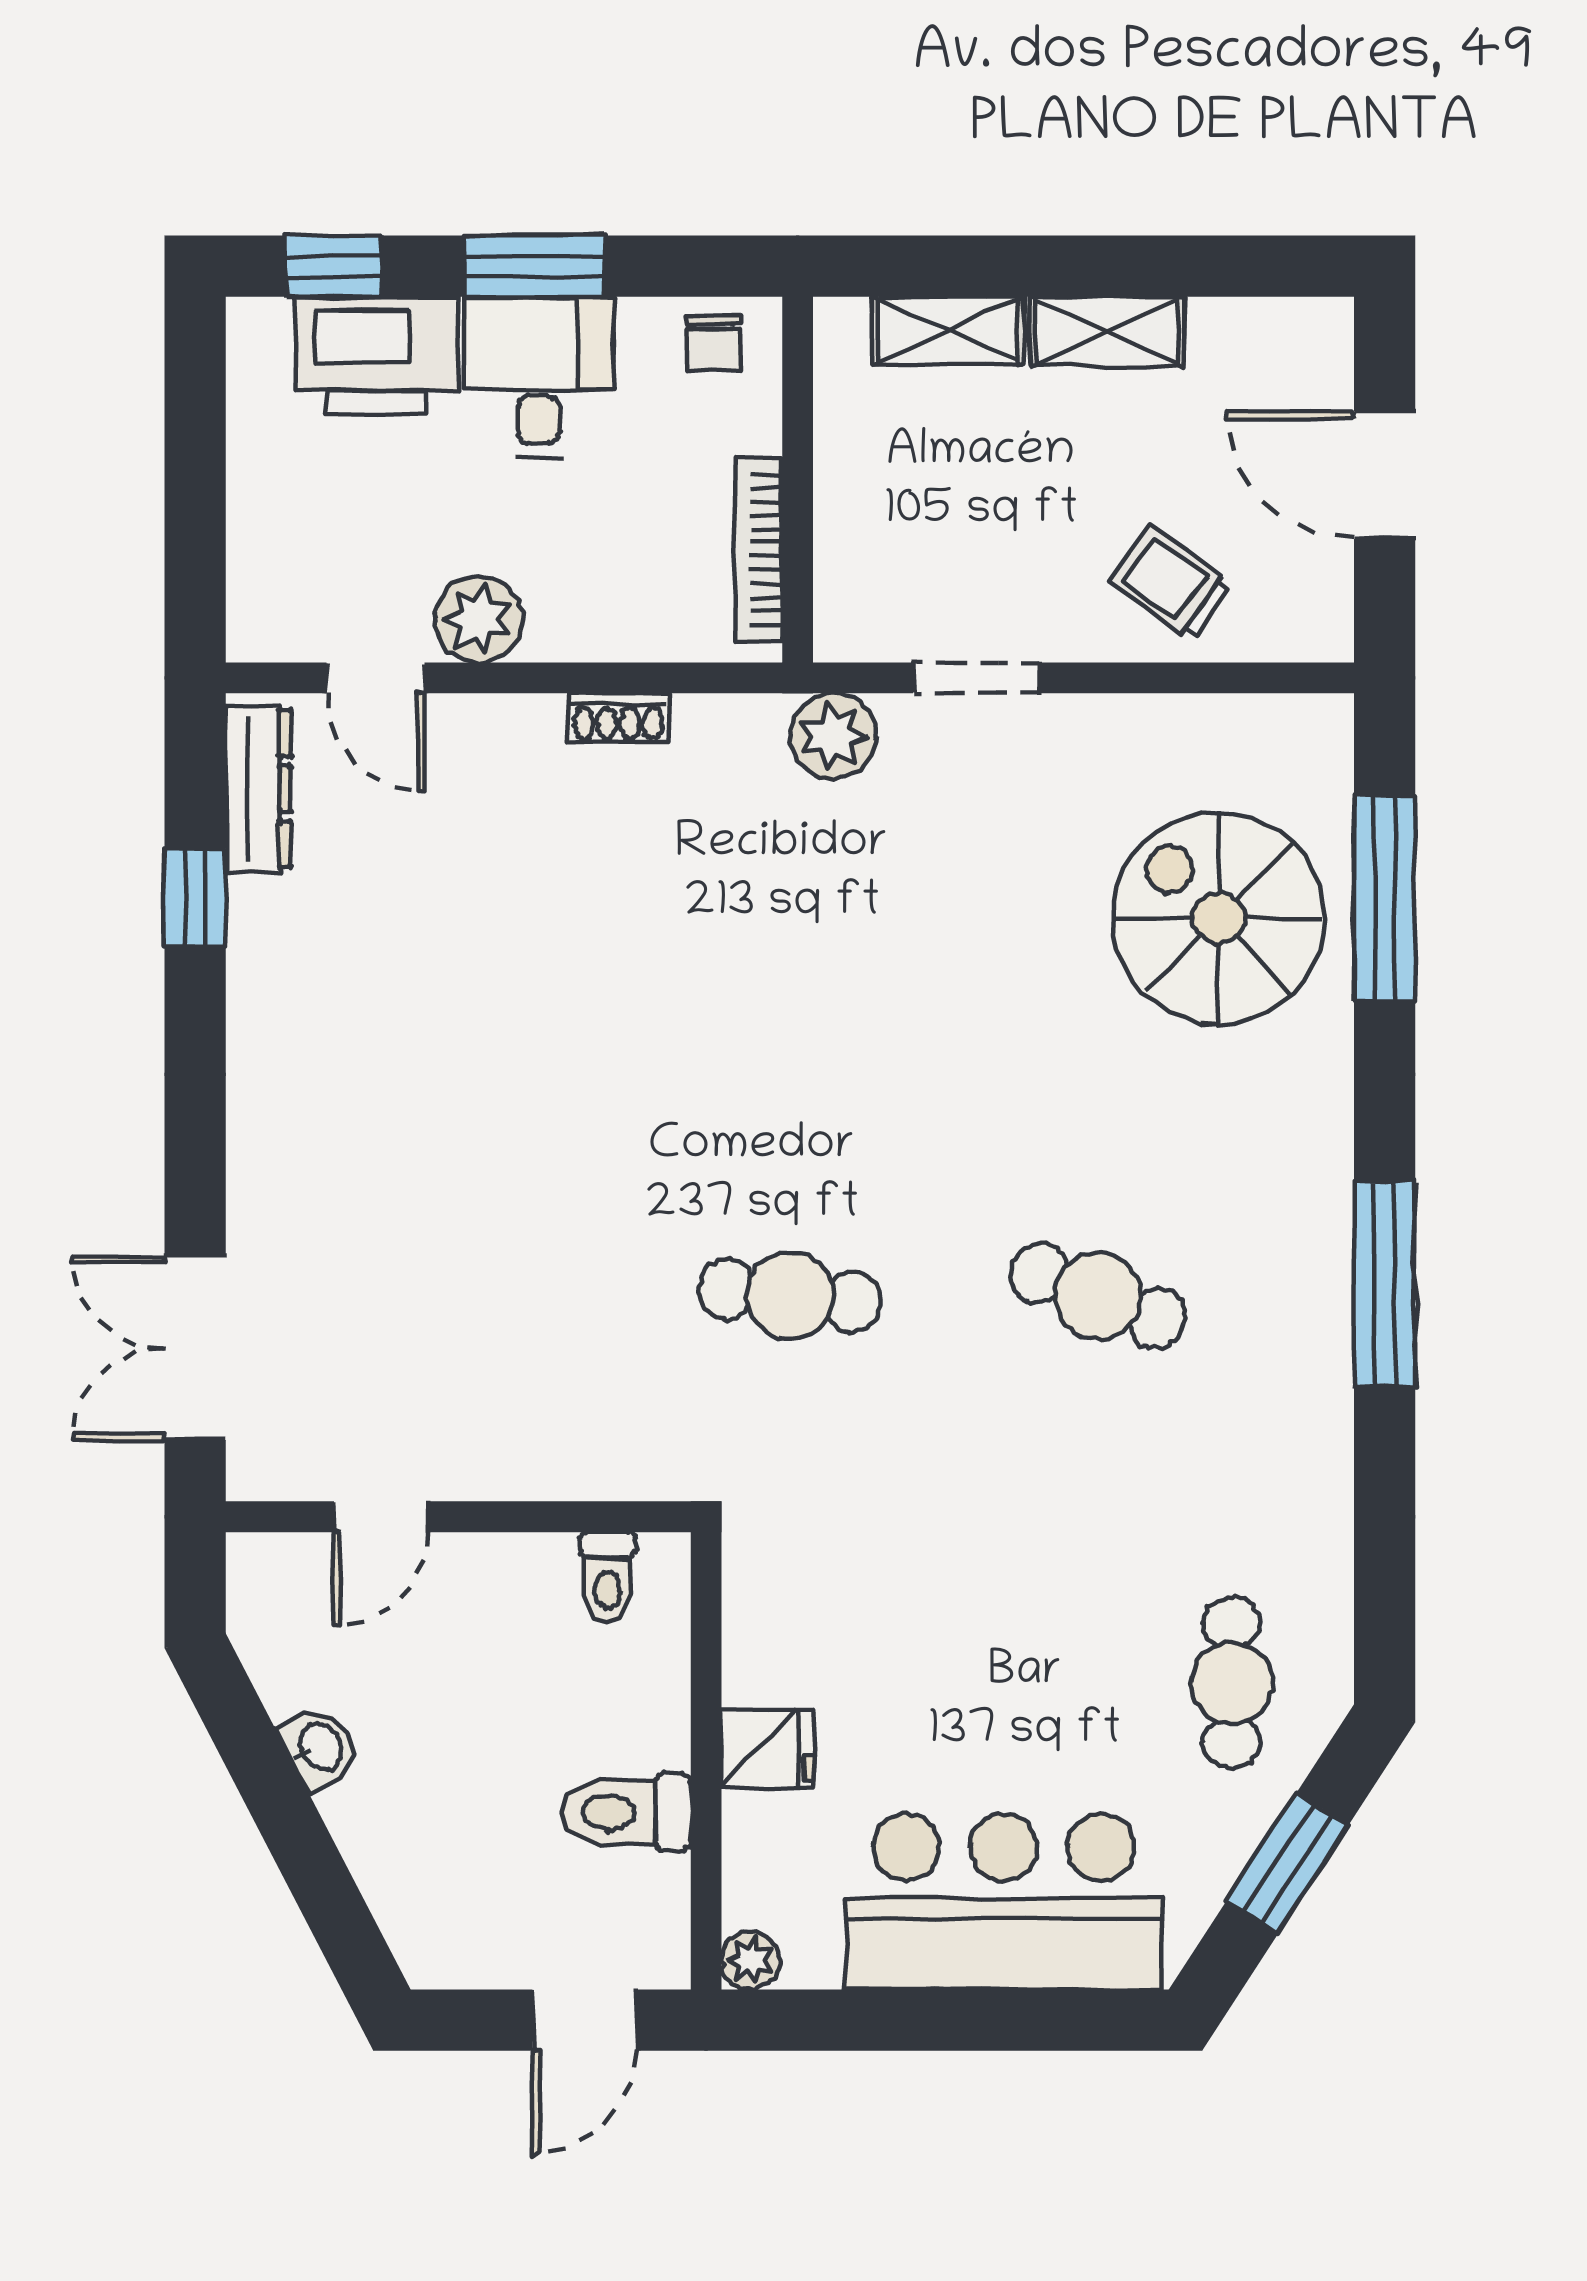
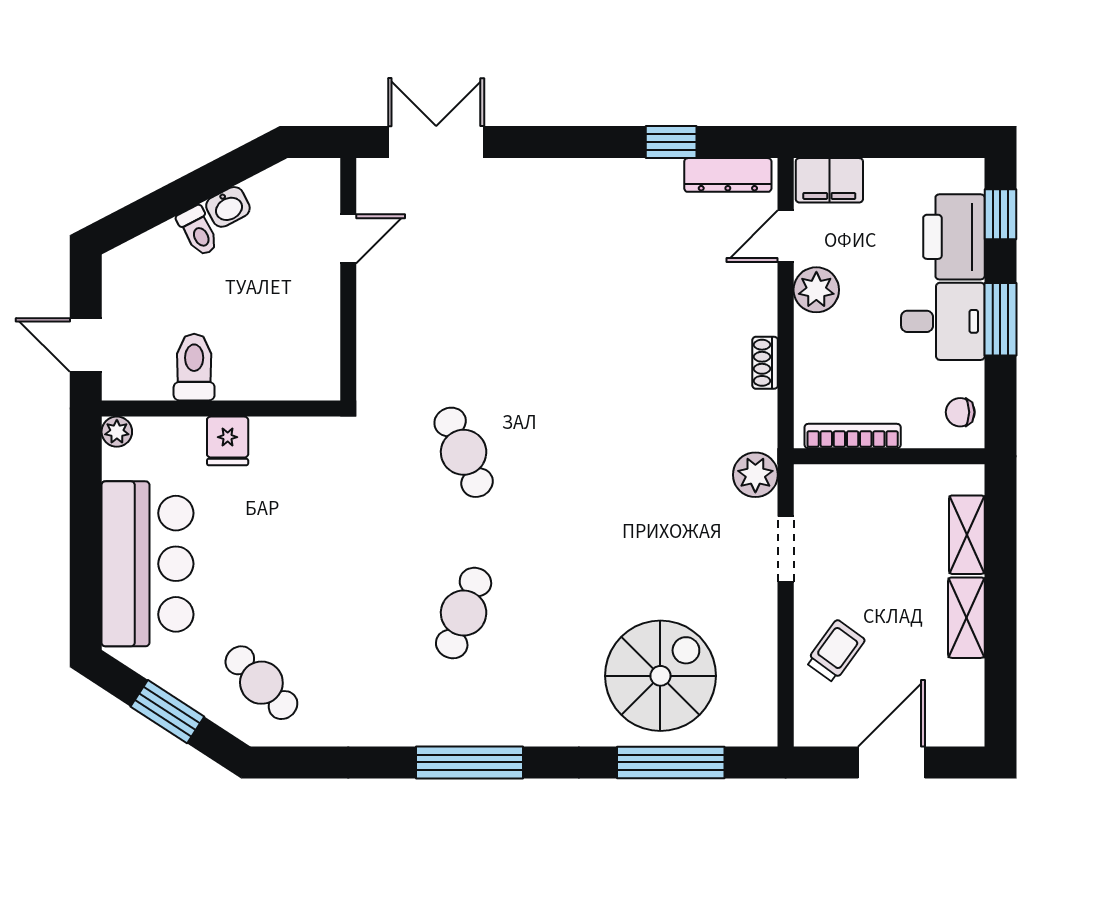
filing cabinet: (268, 594) -> (829, 180), added
cafe table: (790, 1296) -> (464, 452), turned -30
door: (381, 1517) -> (348, 239), swing flipped
toilet: (608, 1577) -> (198, 231), moved, turned -117
cafe table: (1232, 1683) -> (261, 683), turned 46

